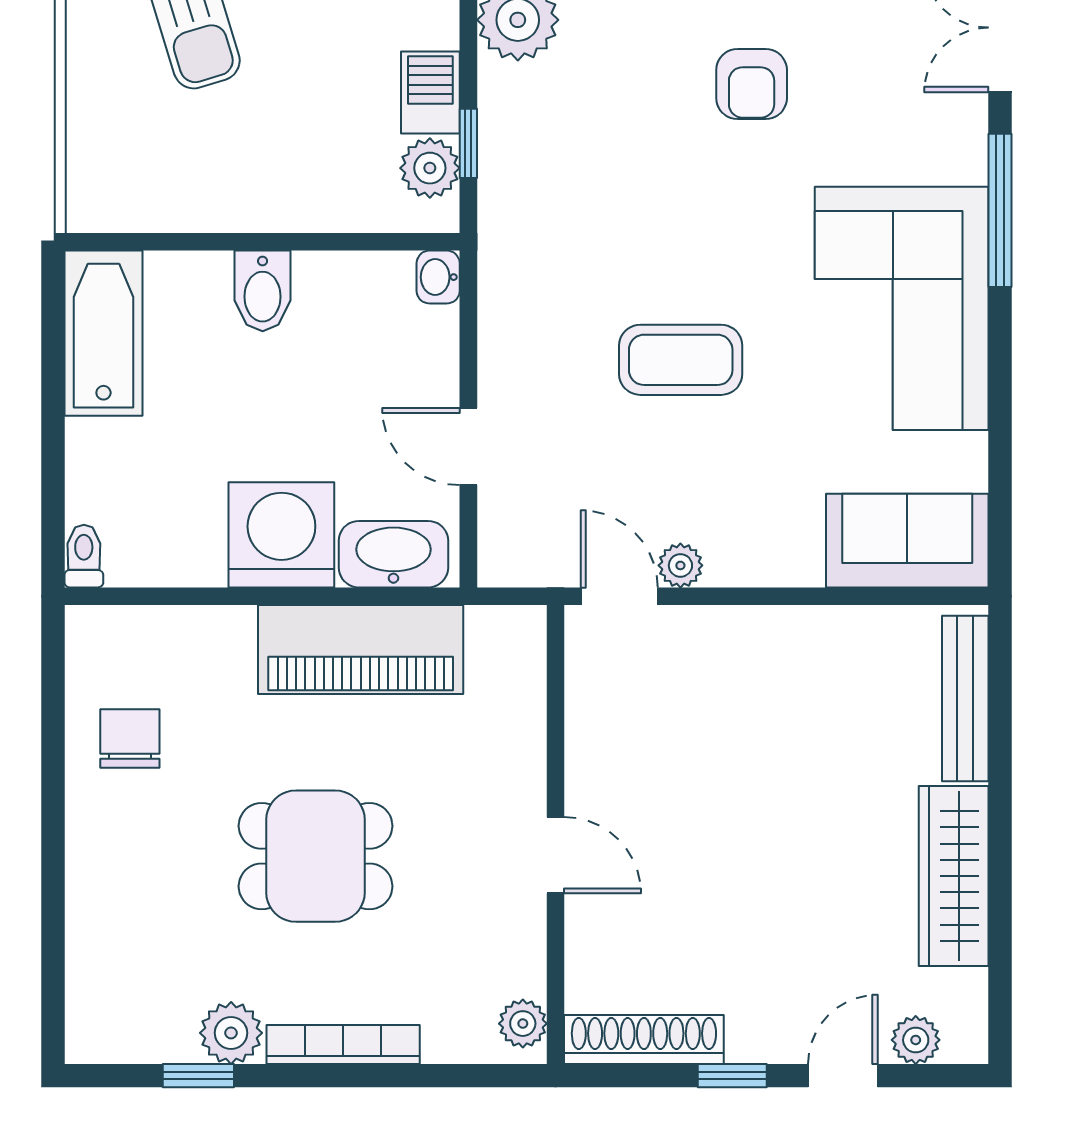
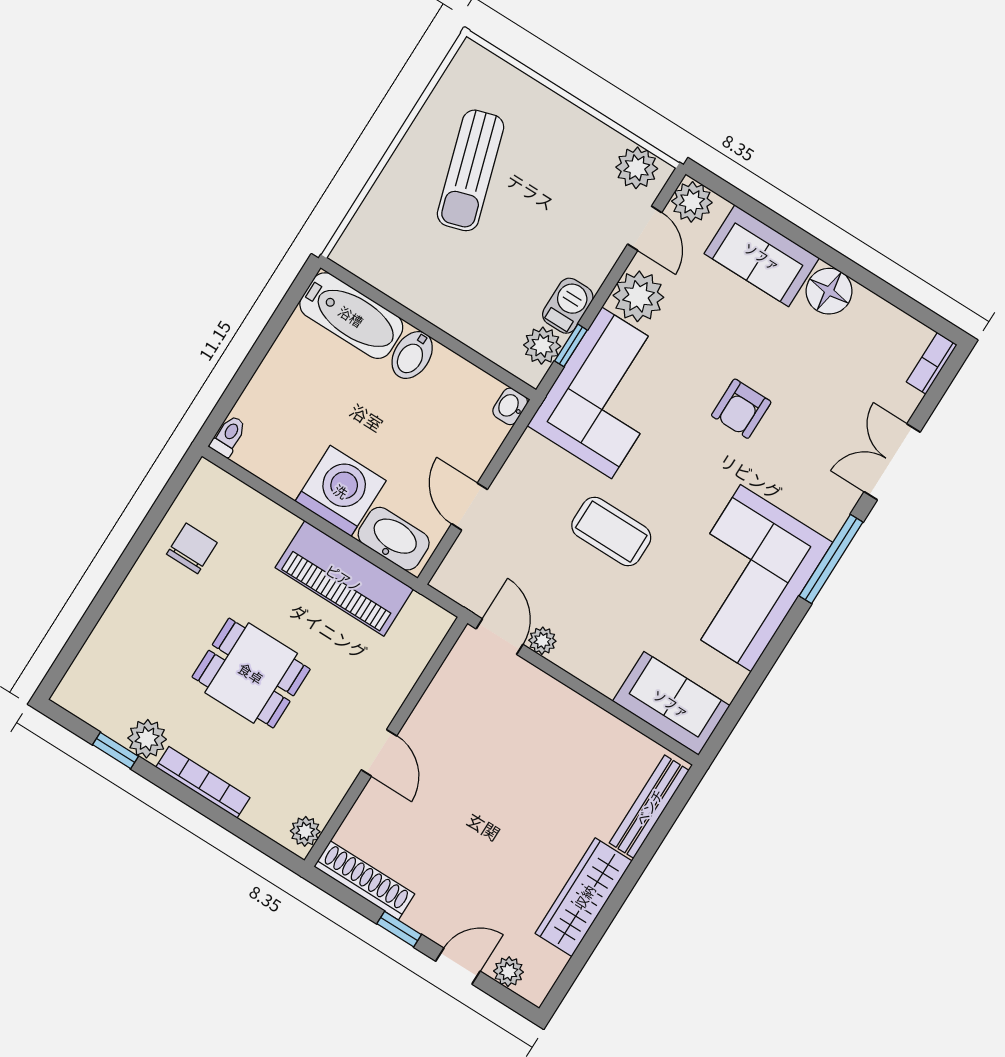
corner sofa: (557, 177) -> (607, 393), added
bathtub: (103, 333) -> (351, 316), moved, turned 90

